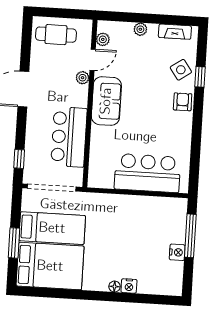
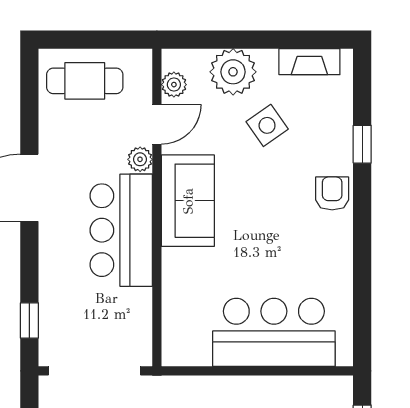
plant: (140, 29) -> (233, 72), width x1.88, depth x1.88
side table: (181, 70) -> (267, 125), moved
bar counter: (69, 137) -> (121, 230), moved

